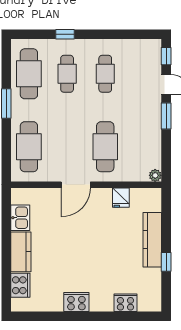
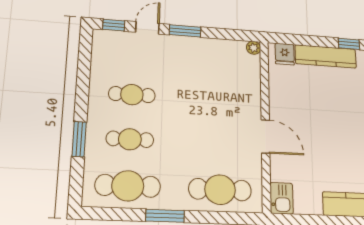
window: (65, 34) -> (79, 139), width x1.50
cafe table: (105, 147) -> (220, 100), removed
fridge: (121, 198) -> (285, 54), moved, turned 90
kitchen sink: (20, 218) -> (282, 198), moved, turned 90

